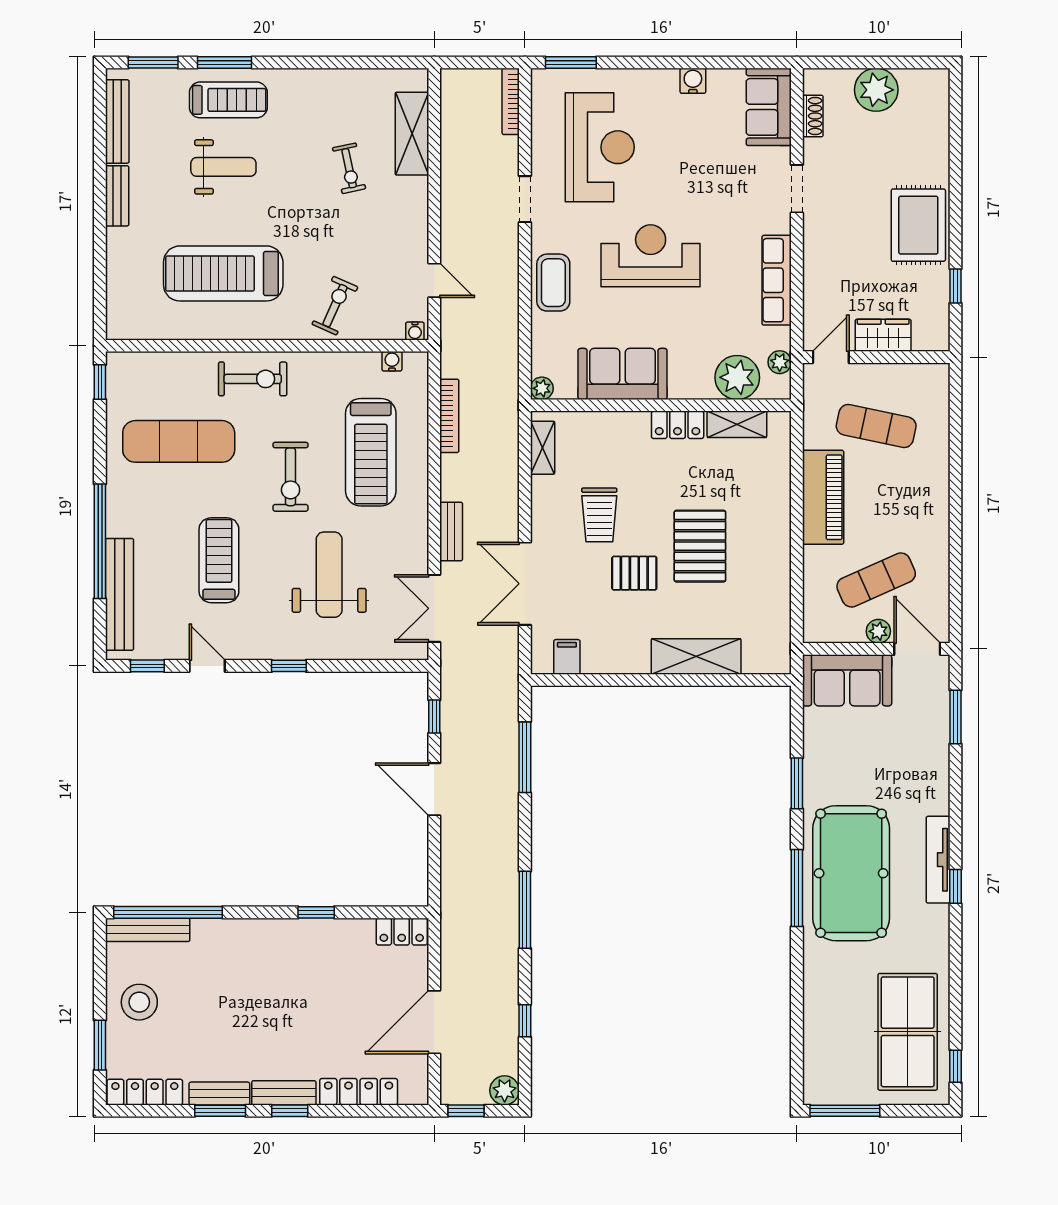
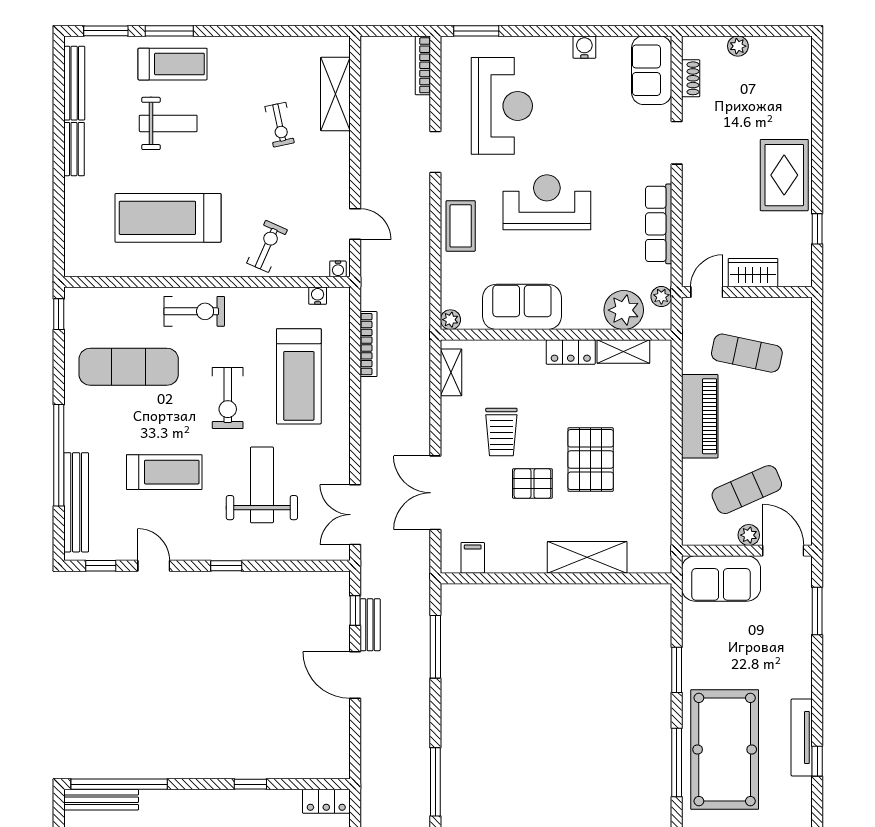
plant: (876, 90) -> (738, 46), width x0.53, depth x0.53
bench: (451, 532) -> (370, 625), moved
treadmill: (219, 560) -> (164, 472), turned 90

